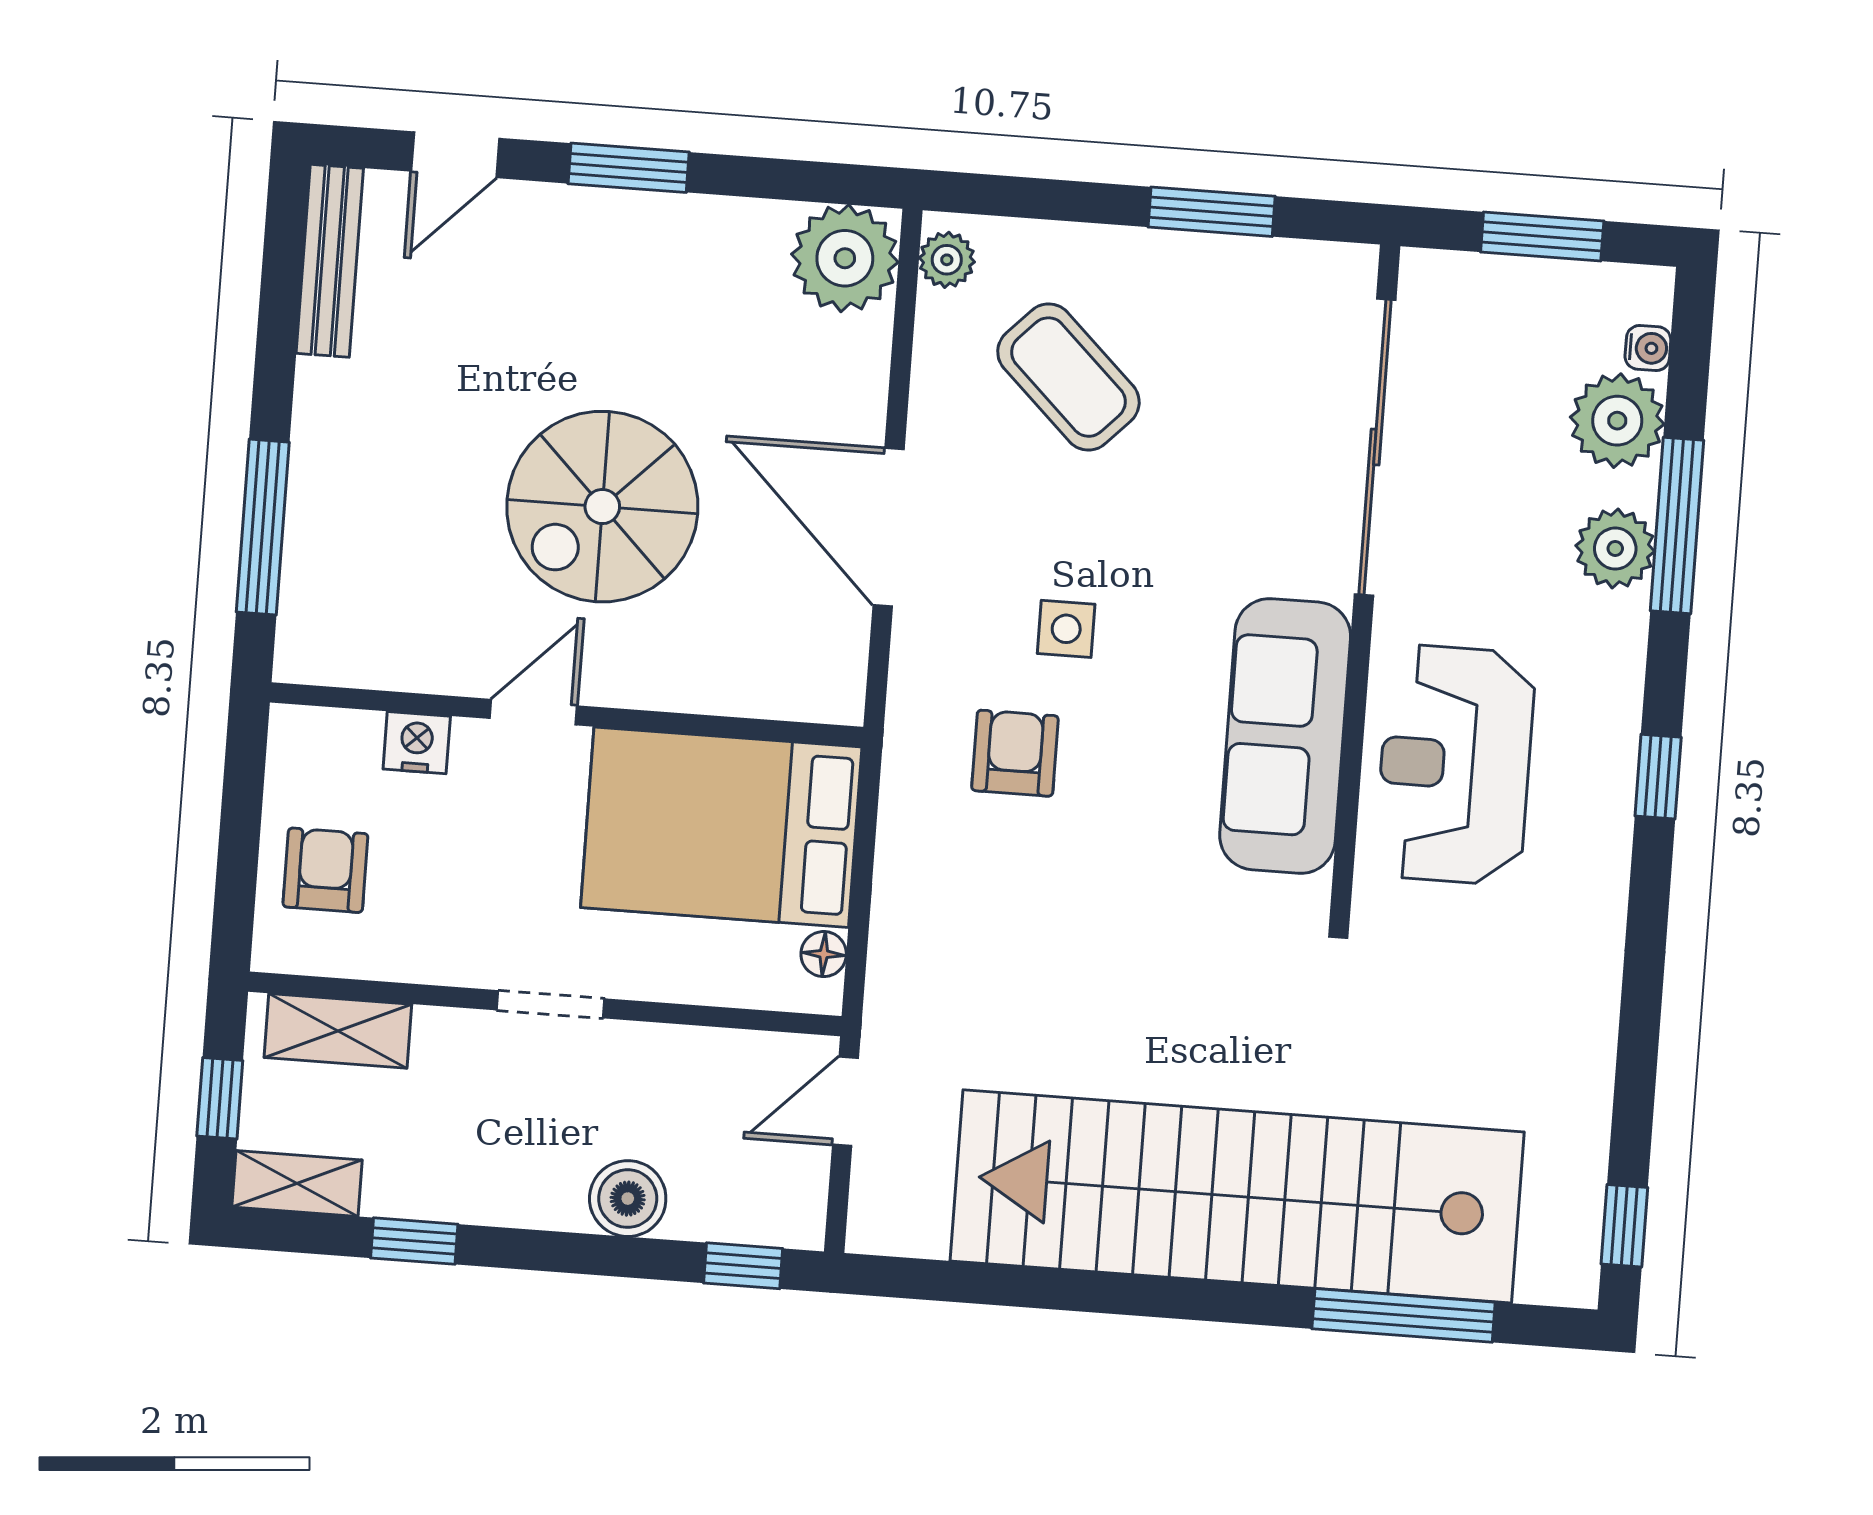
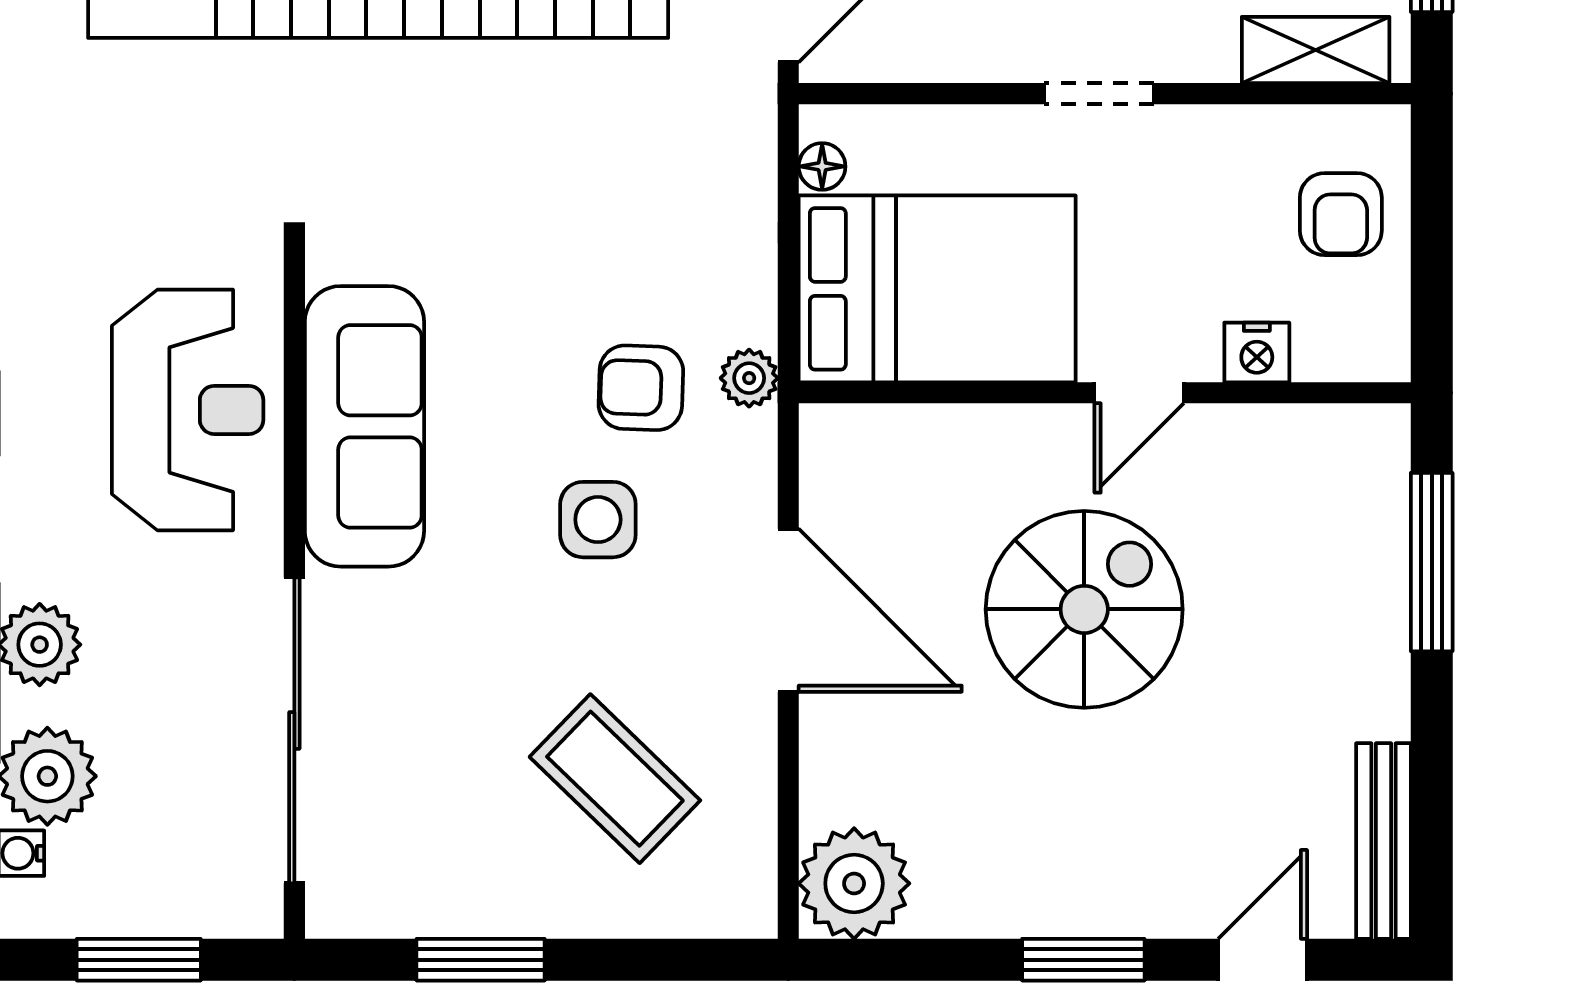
plant: (947, 260) -> (749, 378), moved
side table: (1066, 629) -> (598, 520), width x1.37, depth x1.37
armchair: (1015, 753) -> (641, 388), turned 92

